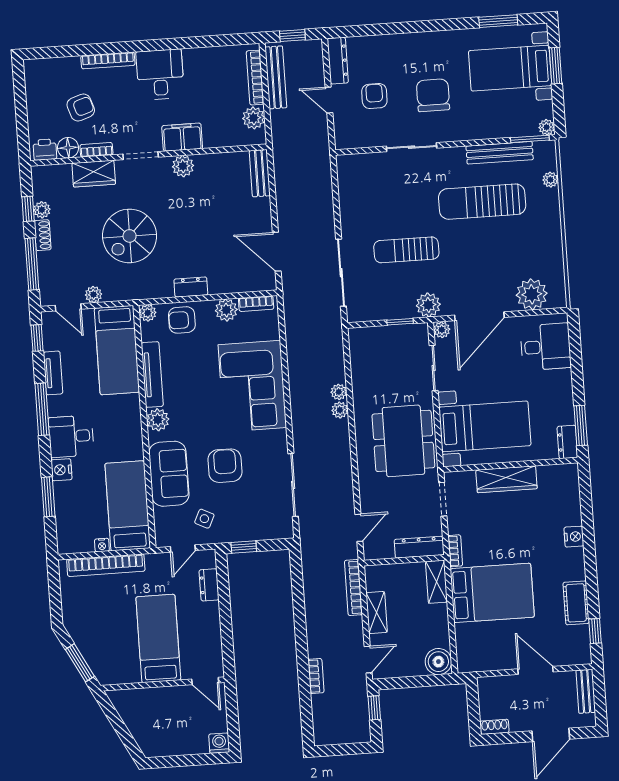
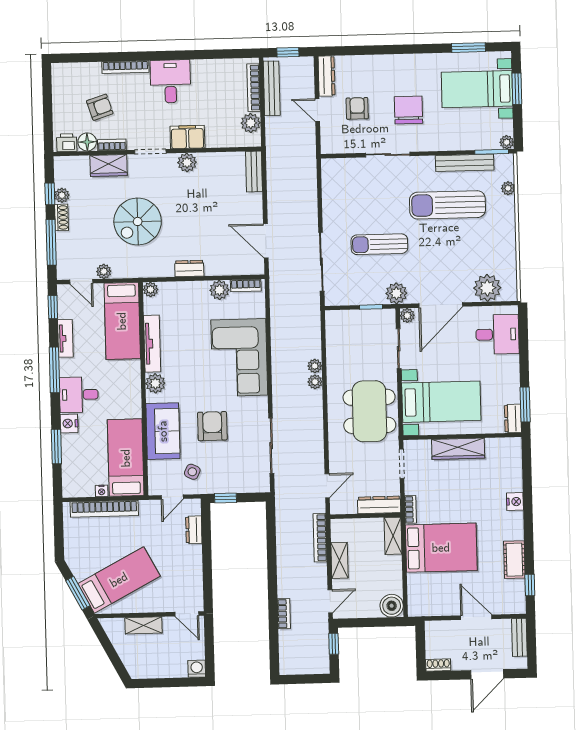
armchair: (182, 320) -> (180, 297), removed
bed: (158, 638) -> (119, 580), moved, turned 62
shelving: (156, 696) -> (143, 625), added

